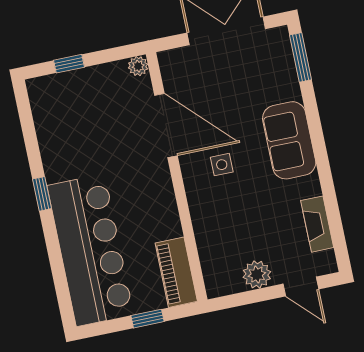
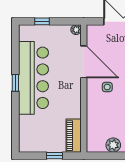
bar counter: (90, 250) -> (33, 78), moved

